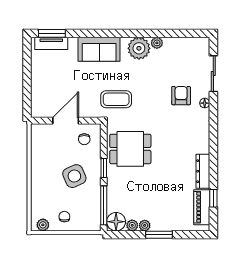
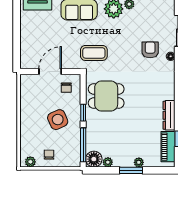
plant: (145, 225) -> (139, 162), moved

